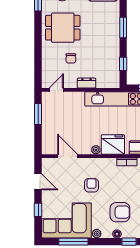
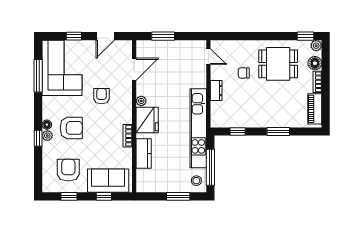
dining table: (63, 28) -> (278, 64), turned 90
window: (38, 114) -> (163, 36), moved
armchair: (92, 185) -> (102, 96), turned -90
armchair: (120, 212) -> (71, 128), turned -90
plant: (97, 234) -> (47, 136), moved

